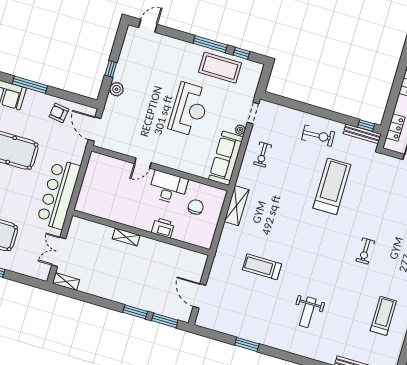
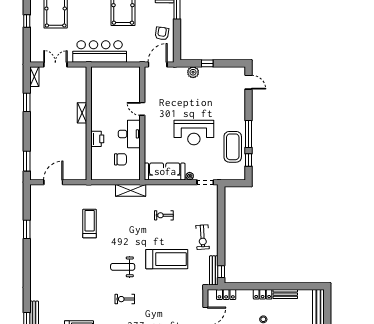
exercise bike: (263, 155) -> (164, 215), moved
window: (135, 312) -> (27, 102), moved
weight bench: (308, 312) -> (123, 267), moved

